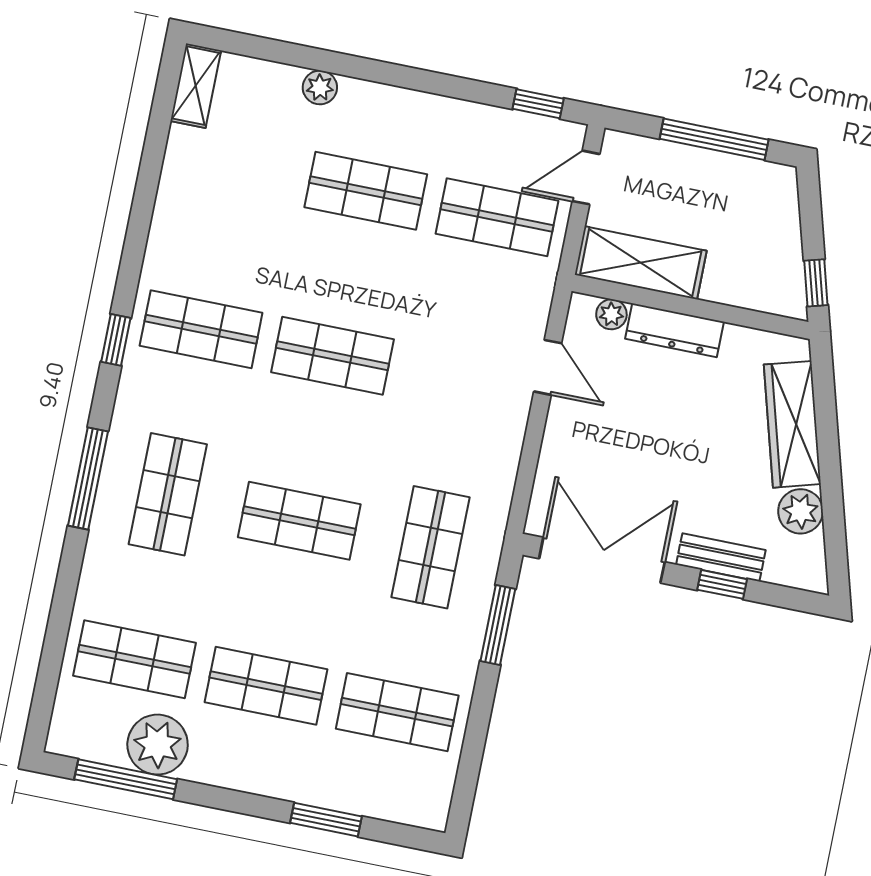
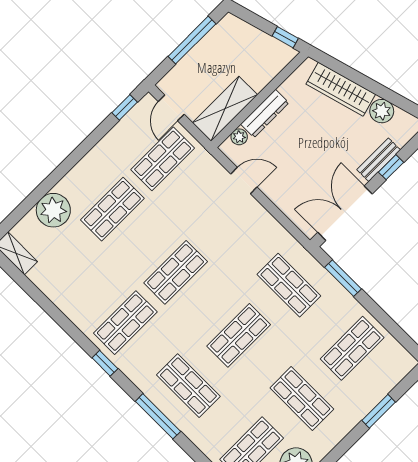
plant: (320, 87) -> (53, 210), width x1.88, depth x1.88
shop shelf: (266, 686) -> (302, 399), turned 90

